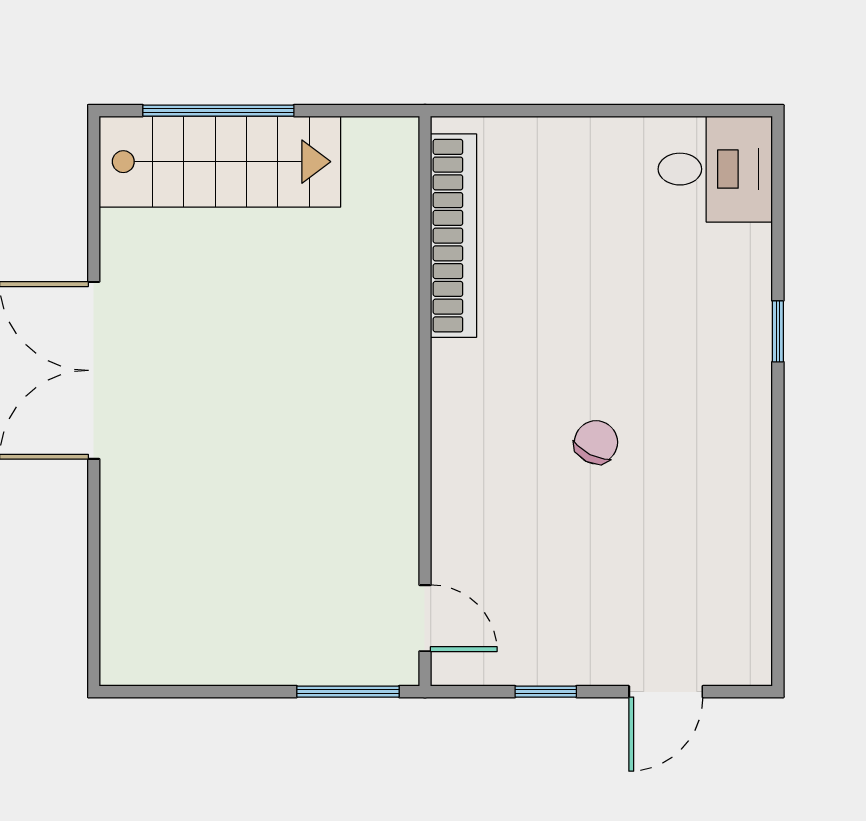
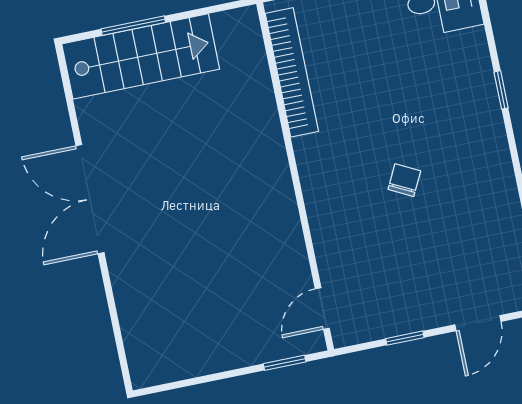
window: (218, 111) -> (133, 26), width x0.69
door: (425, 618) -> (322, 308), swing flipped
window: (348, 692) -> (285, 363), width x0.67

